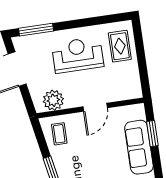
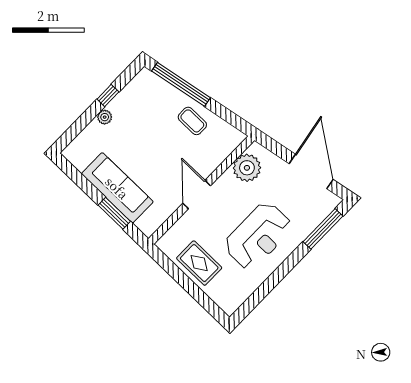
rug: (120, 46) -> (199, 263), moved
coffee table: (59, 134) -> (192, 121), moved

